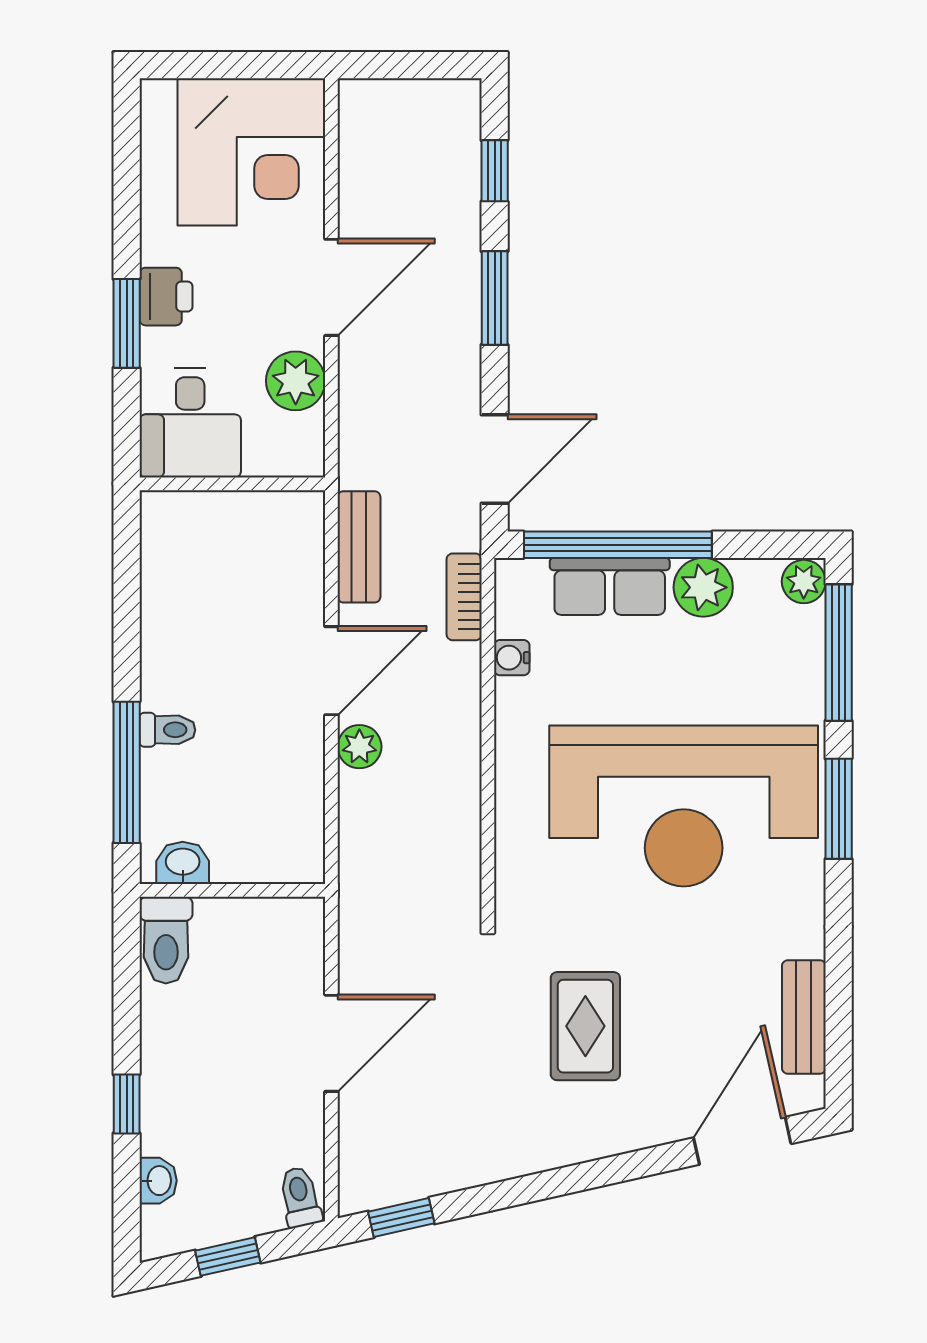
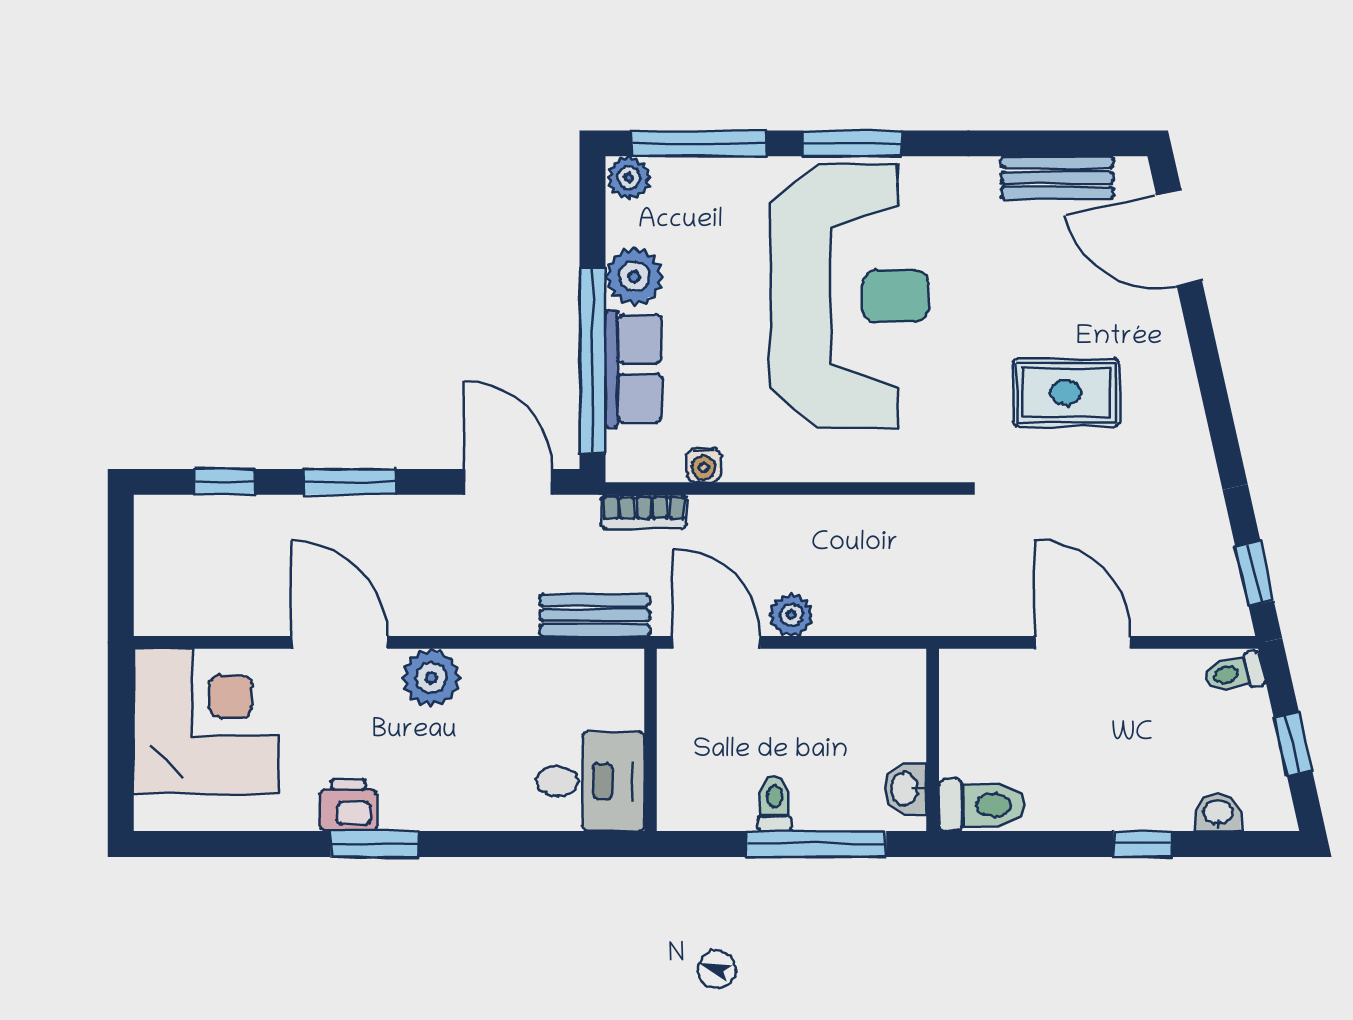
desk: (190, 423) -> (591, 781), moved
wall: (232, 484) -> (651, 740), moved

